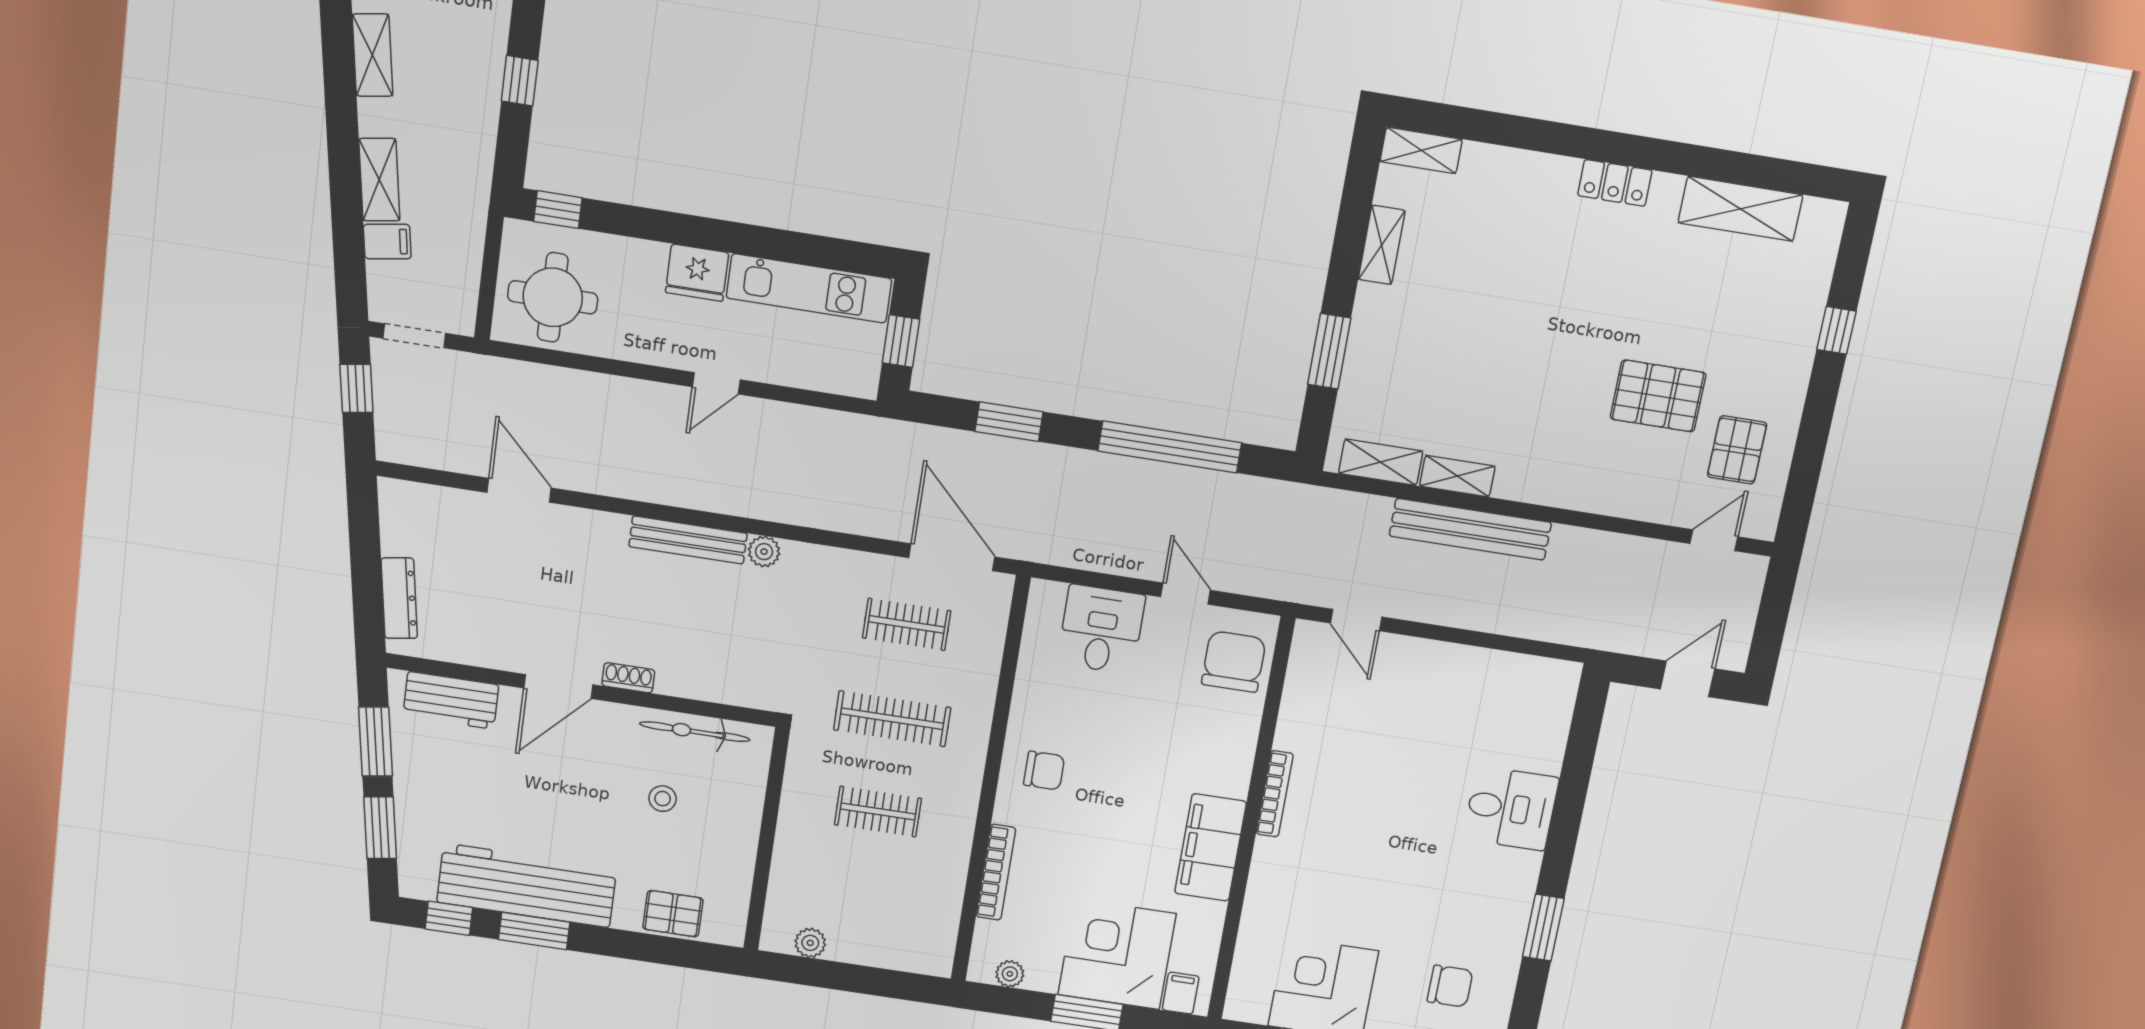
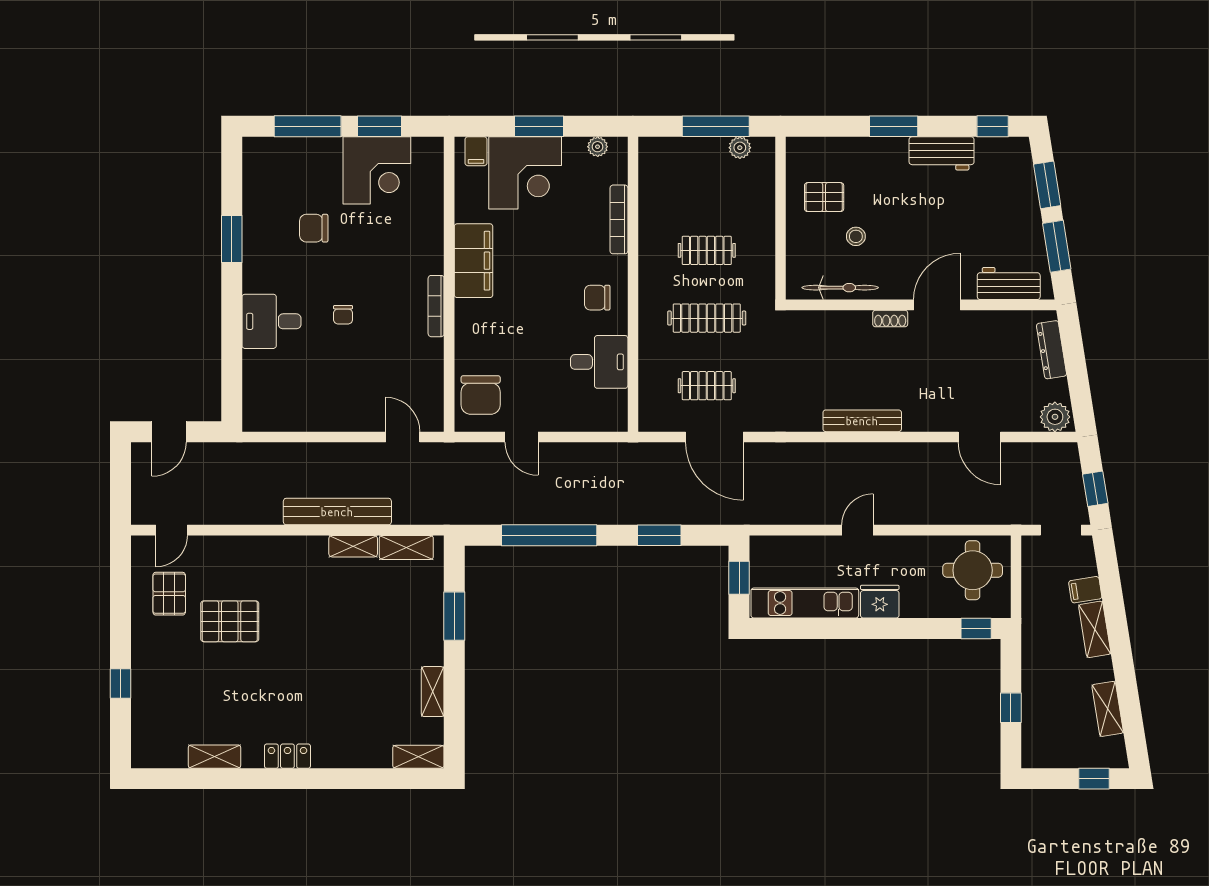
shelving: (1740, 209) -> (215, 757), width x0.67, depth x0.75
plant: (764, 552) -> (1055, 417), moved, width x1.38, depth x1.38
door: (952, 557) -> (714, 437), moved
desk: (1101, 629) -> (599, 362), moved, turned -90
chair: (1408, 802) -> (343, 315), added
workbench: (527, 885) -> (942, 153), width x0.53, depth x0.76
pallet: (673, 914) -> (824, 197), moved
window: (534, 931) -> (894, 126), moved
window: (840, 976) -> (716, 126), added
chair: (1450, 986) -> (314, 228), moved

